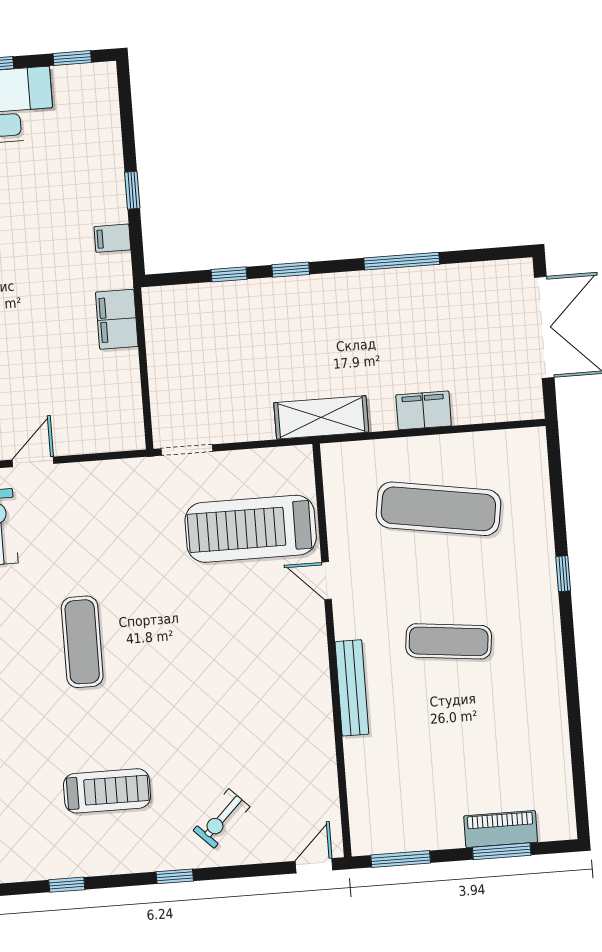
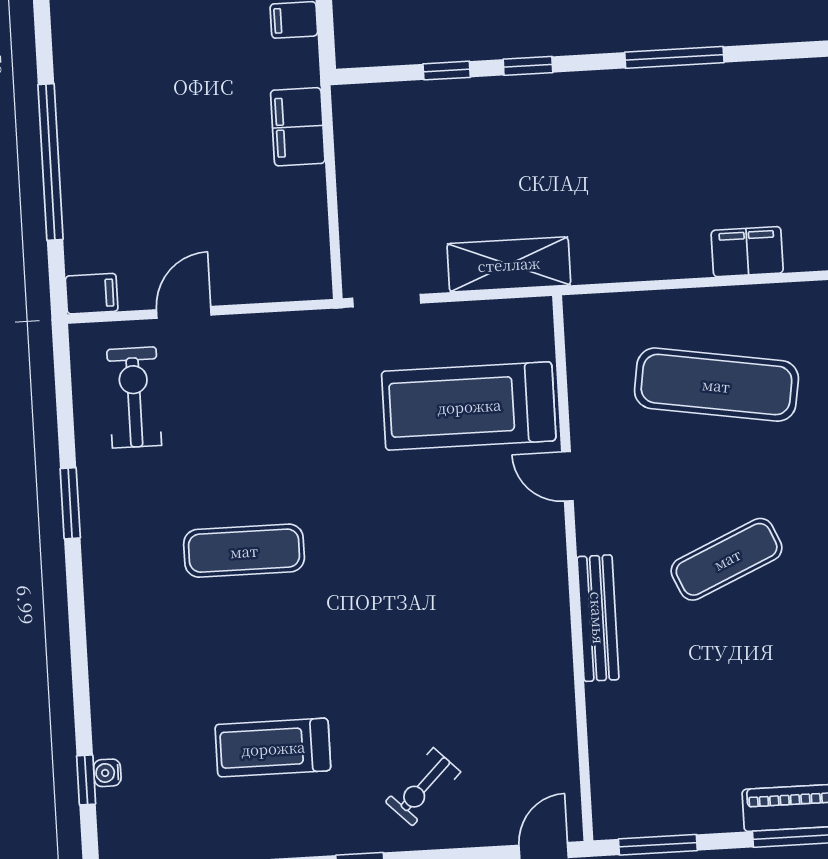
filing cabinet: (424, 410) -> (747, 252), moved
shelving: (321, 417) -> (509, 264), moved
exercise mat: (449, 641) -> (727, 559), turned -30
exercise mat: (82, 642) -> (244, 551), turned 90
treadmill: (107, 791) -> (273, 748), turned 180

